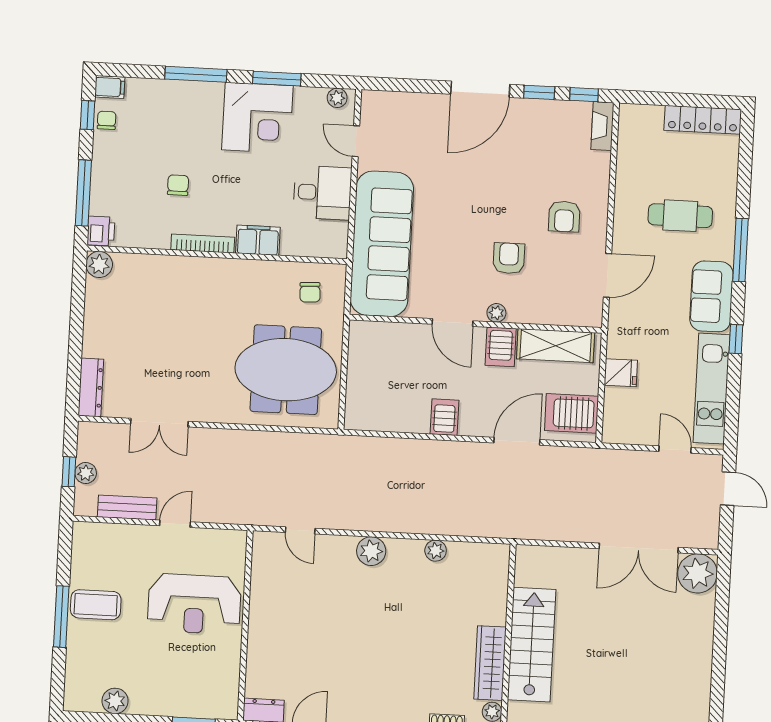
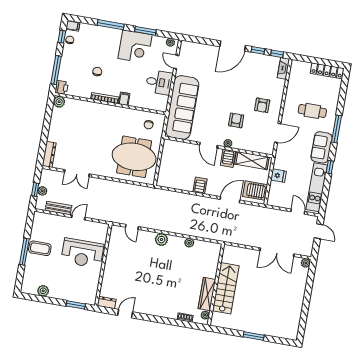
filing cabinet: (258, 240) -> (124, 99), width x0.50
plant: (698, 573) -> (306, 263), width x0.53, depth x0.53

